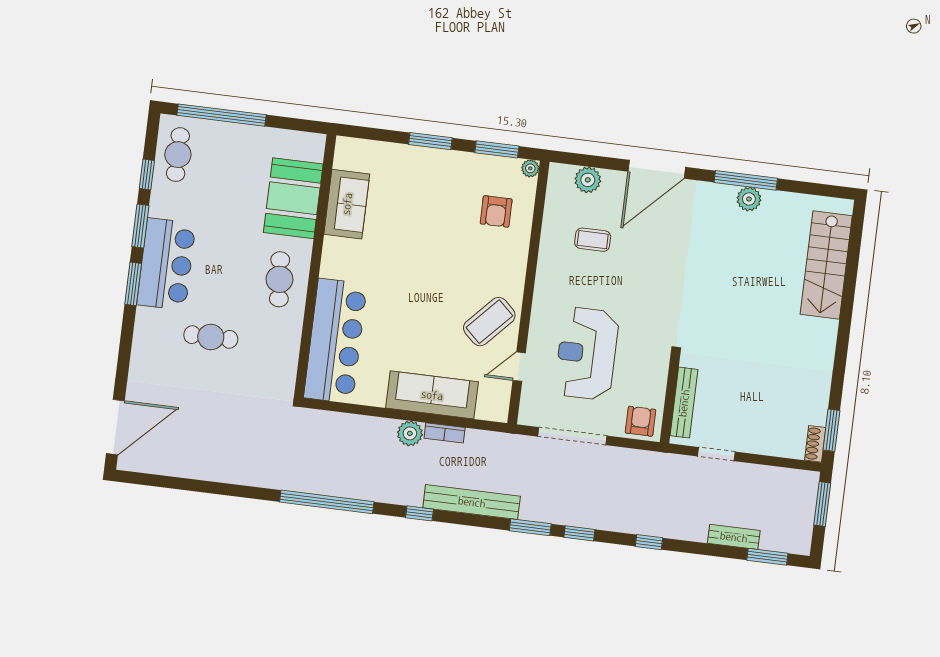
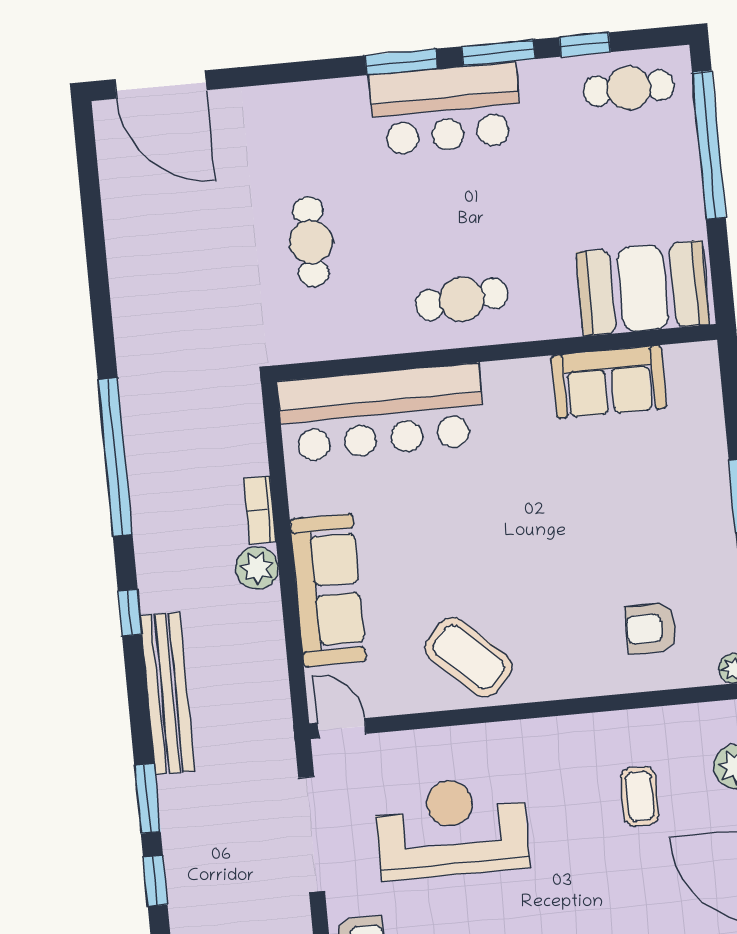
booth: (293, 198) -> (643, 288), moved
cafe table: (211, 337) -> (311, 242), moved
door: (519, 367) -> (342, 728), moved
bookcase: (445, 433) -> (260, 510), moved

